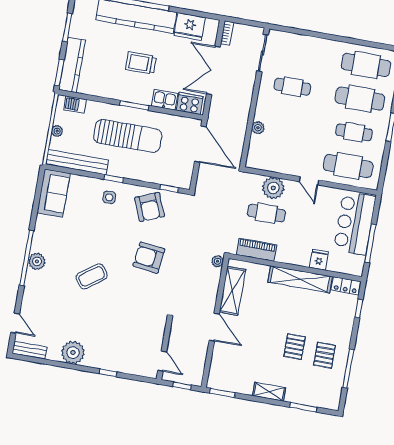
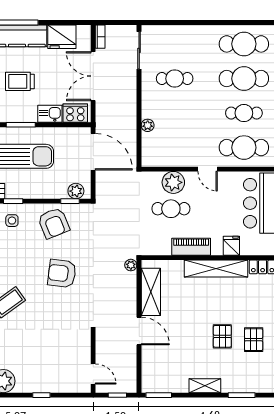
plant: (177, 180) -> (76, 191), added
piano: (257, 250) -> (191, 247), moved

